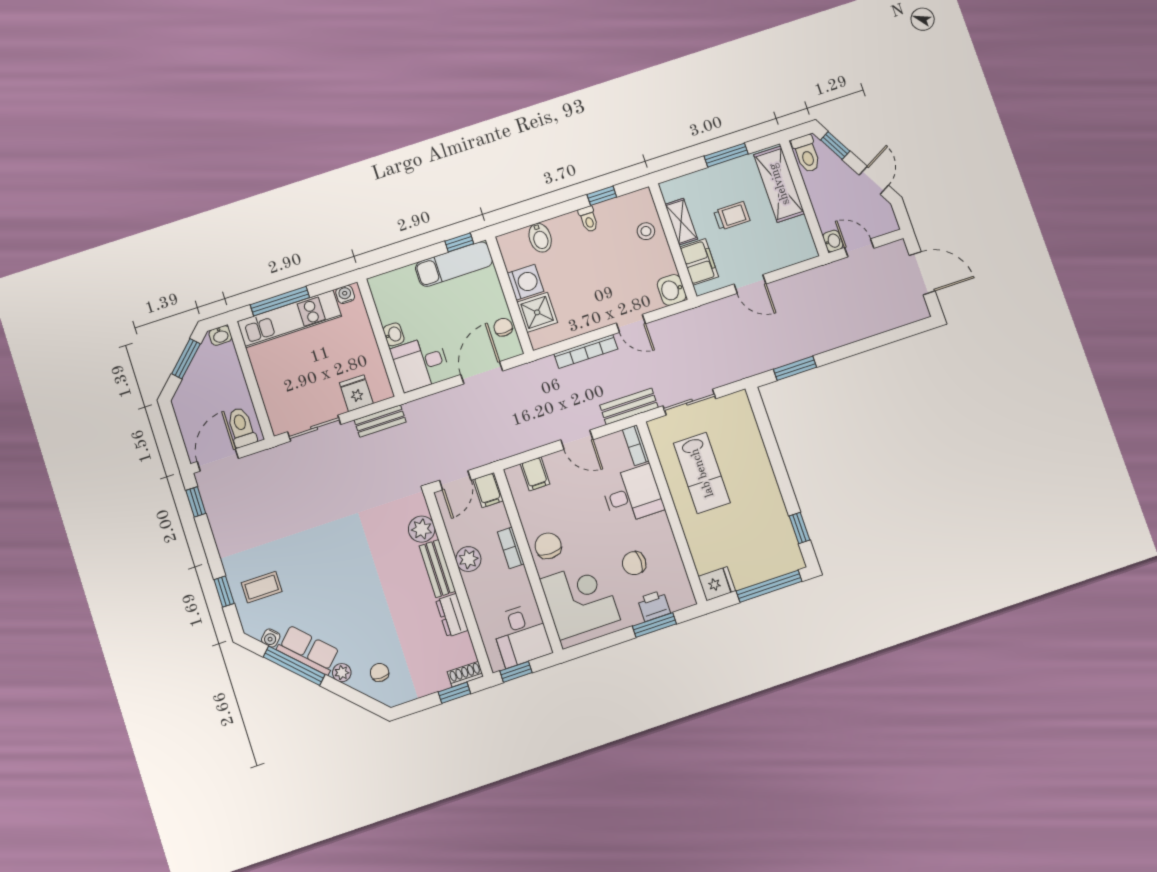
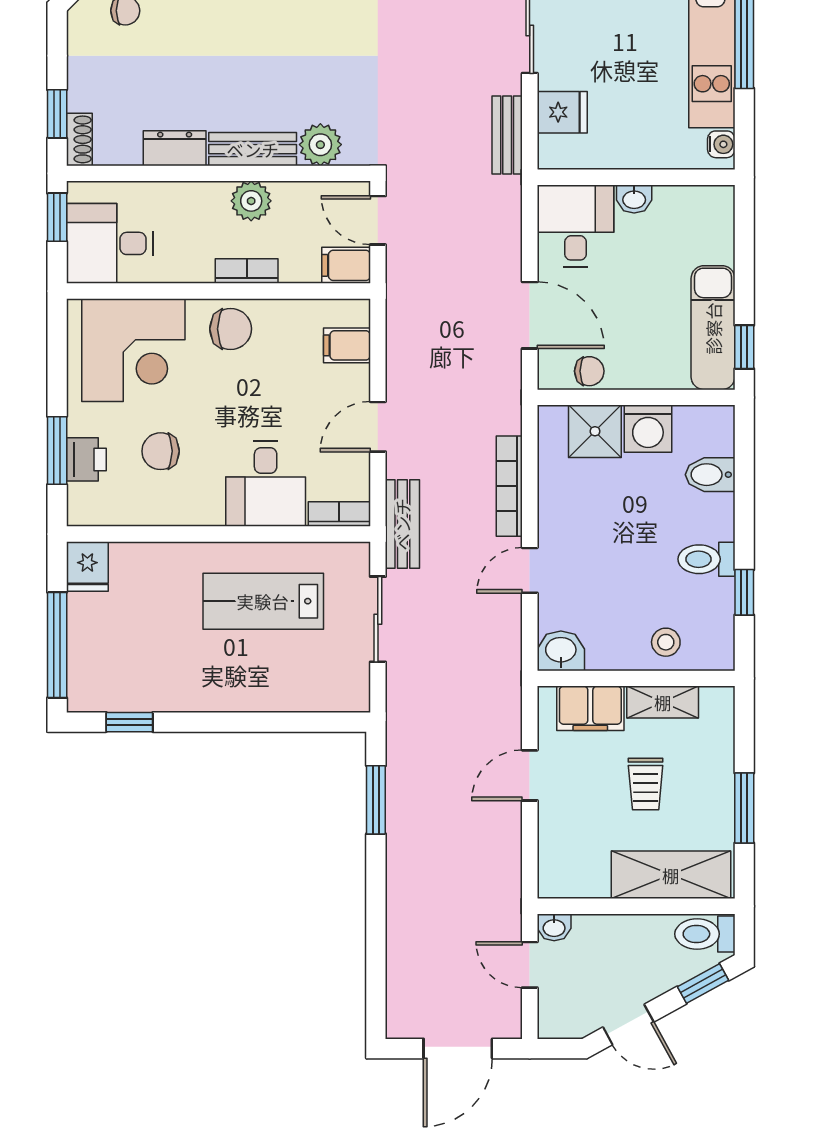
toilet: (588, 219) -> (706, 559), width x1.37, depth x1.39
door: (859, 248) -> (530, 965), swing flipped
chair: (634, 563) -> (161, 451), turned -90

